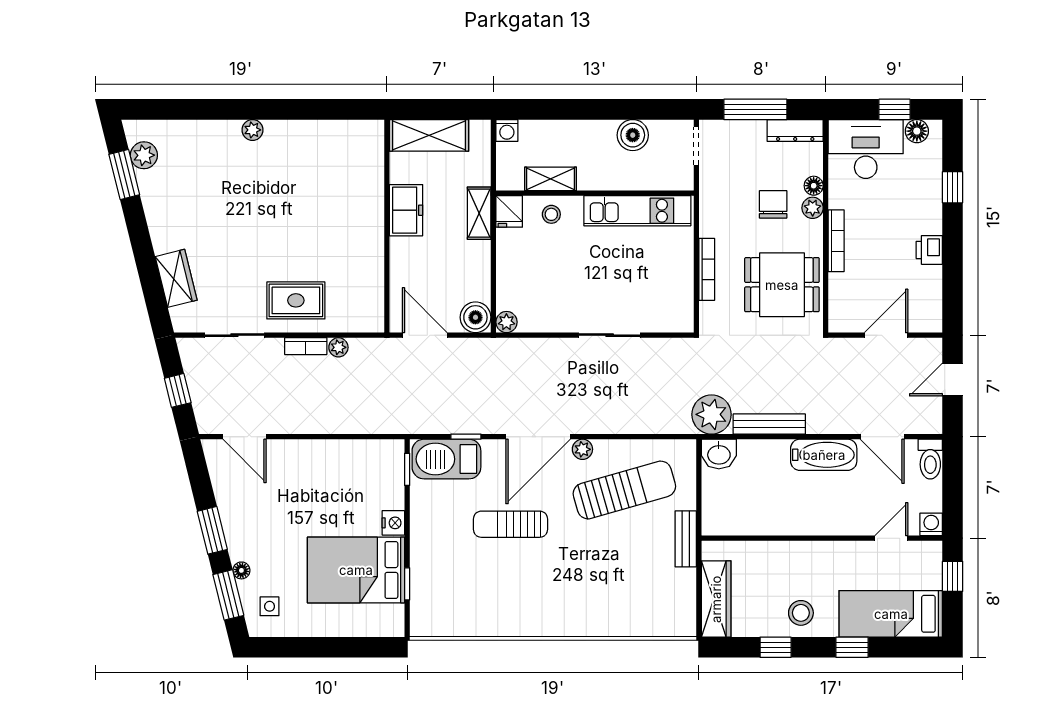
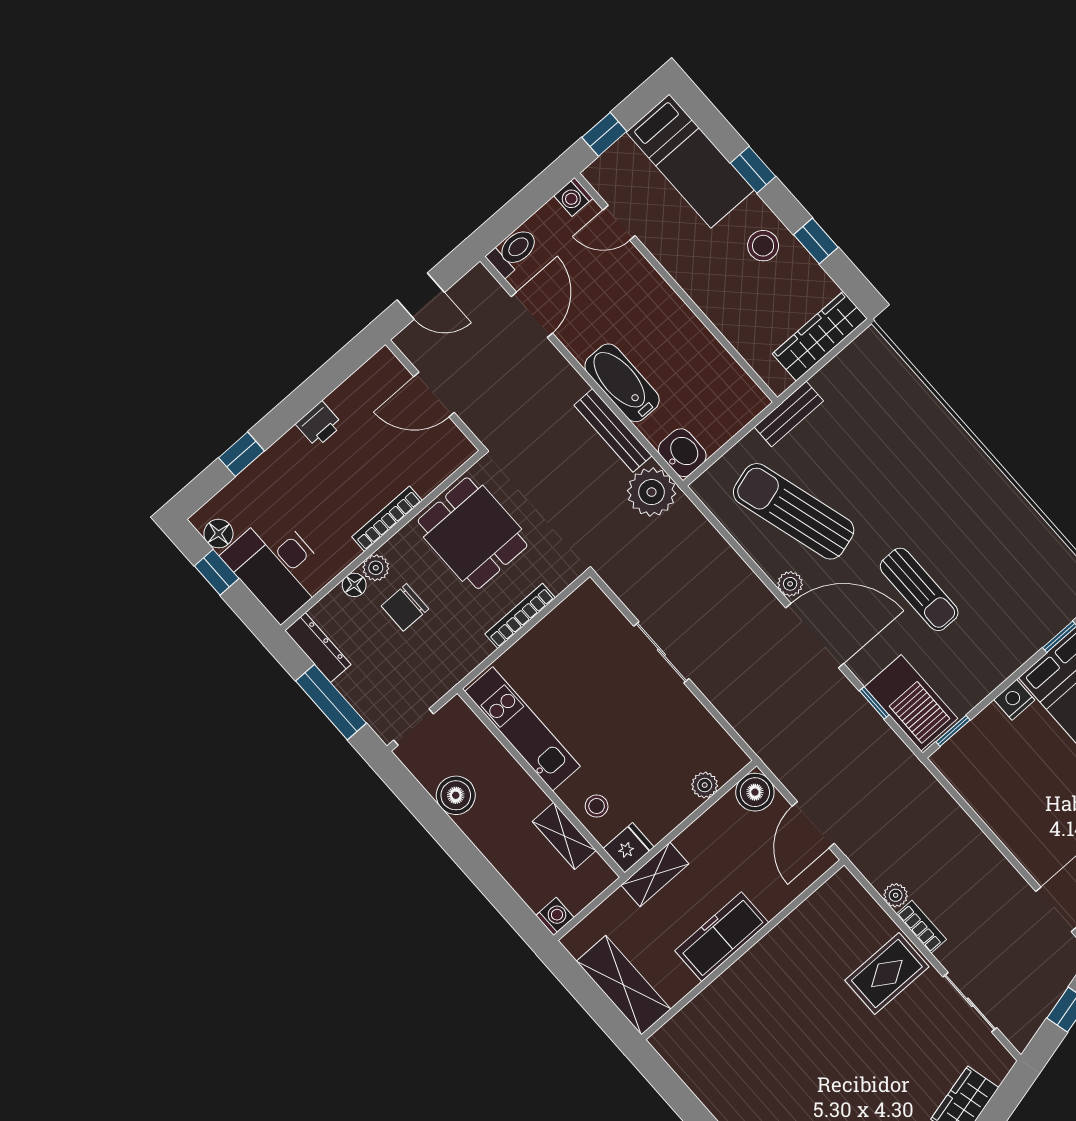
freezer: (406, 210) -> (722, 937), width x1.40
rug: (296, 300) -> (887, 974), turned 90
plant: (506, 322) -> (705, 785), moved
bathtub: (824, 455) -> (622, 383), moved

